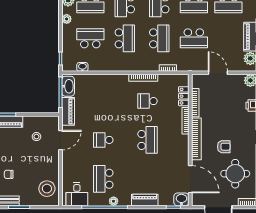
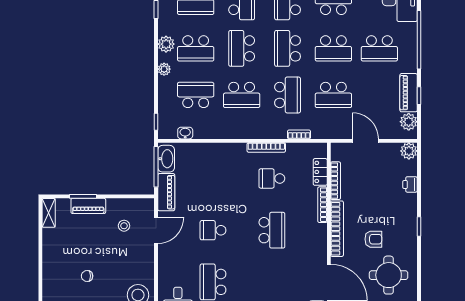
school desk: (125, 38) -> (242, 95), turned 90

